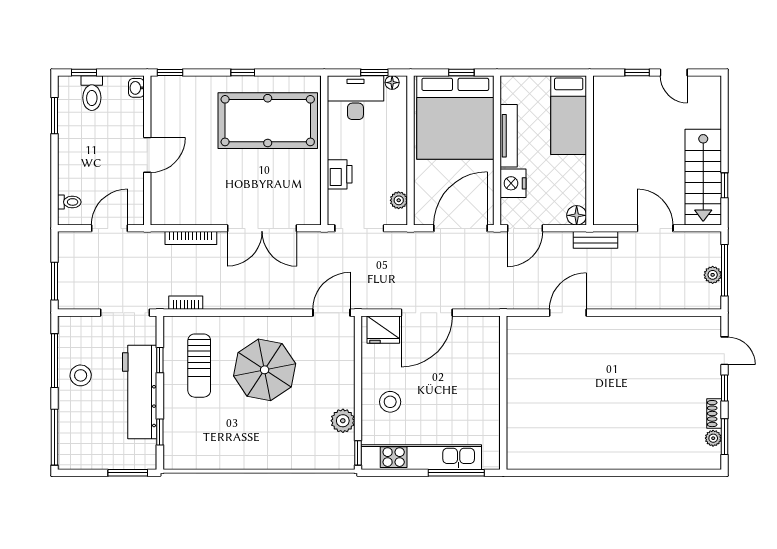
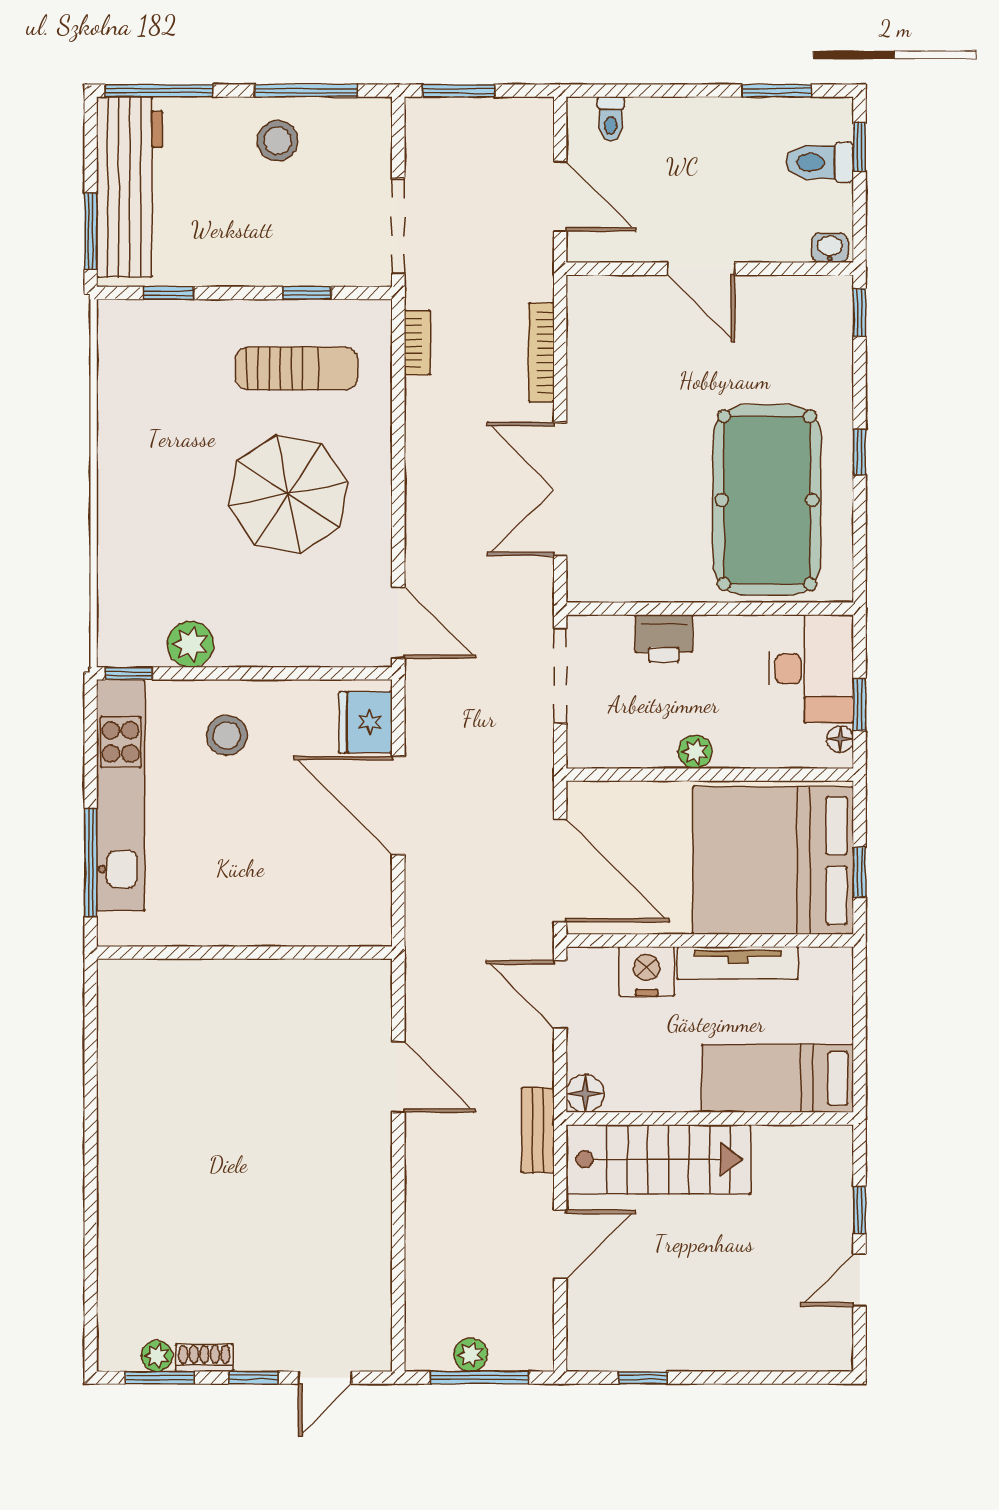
stairs: (703, 177) -> (658, 1159), moved, turned 180
plant: (399, 200) -> (695, 752), moved
sun lounger: (199, 366) -> (297, 368), turned 180
workbench: (140, 392) -> (130, 187), moved, turned 90

